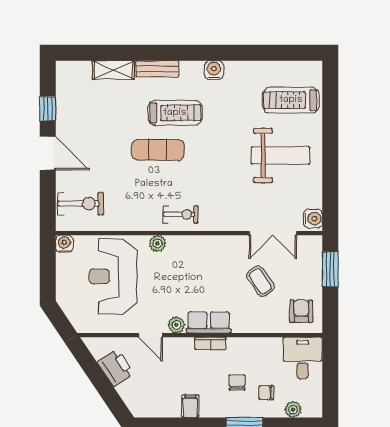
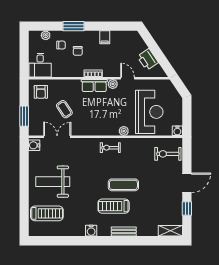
shelving: (113, 70) -> (170, 231), moved
door: (48, 153) -> (187, 183), swing flipped

